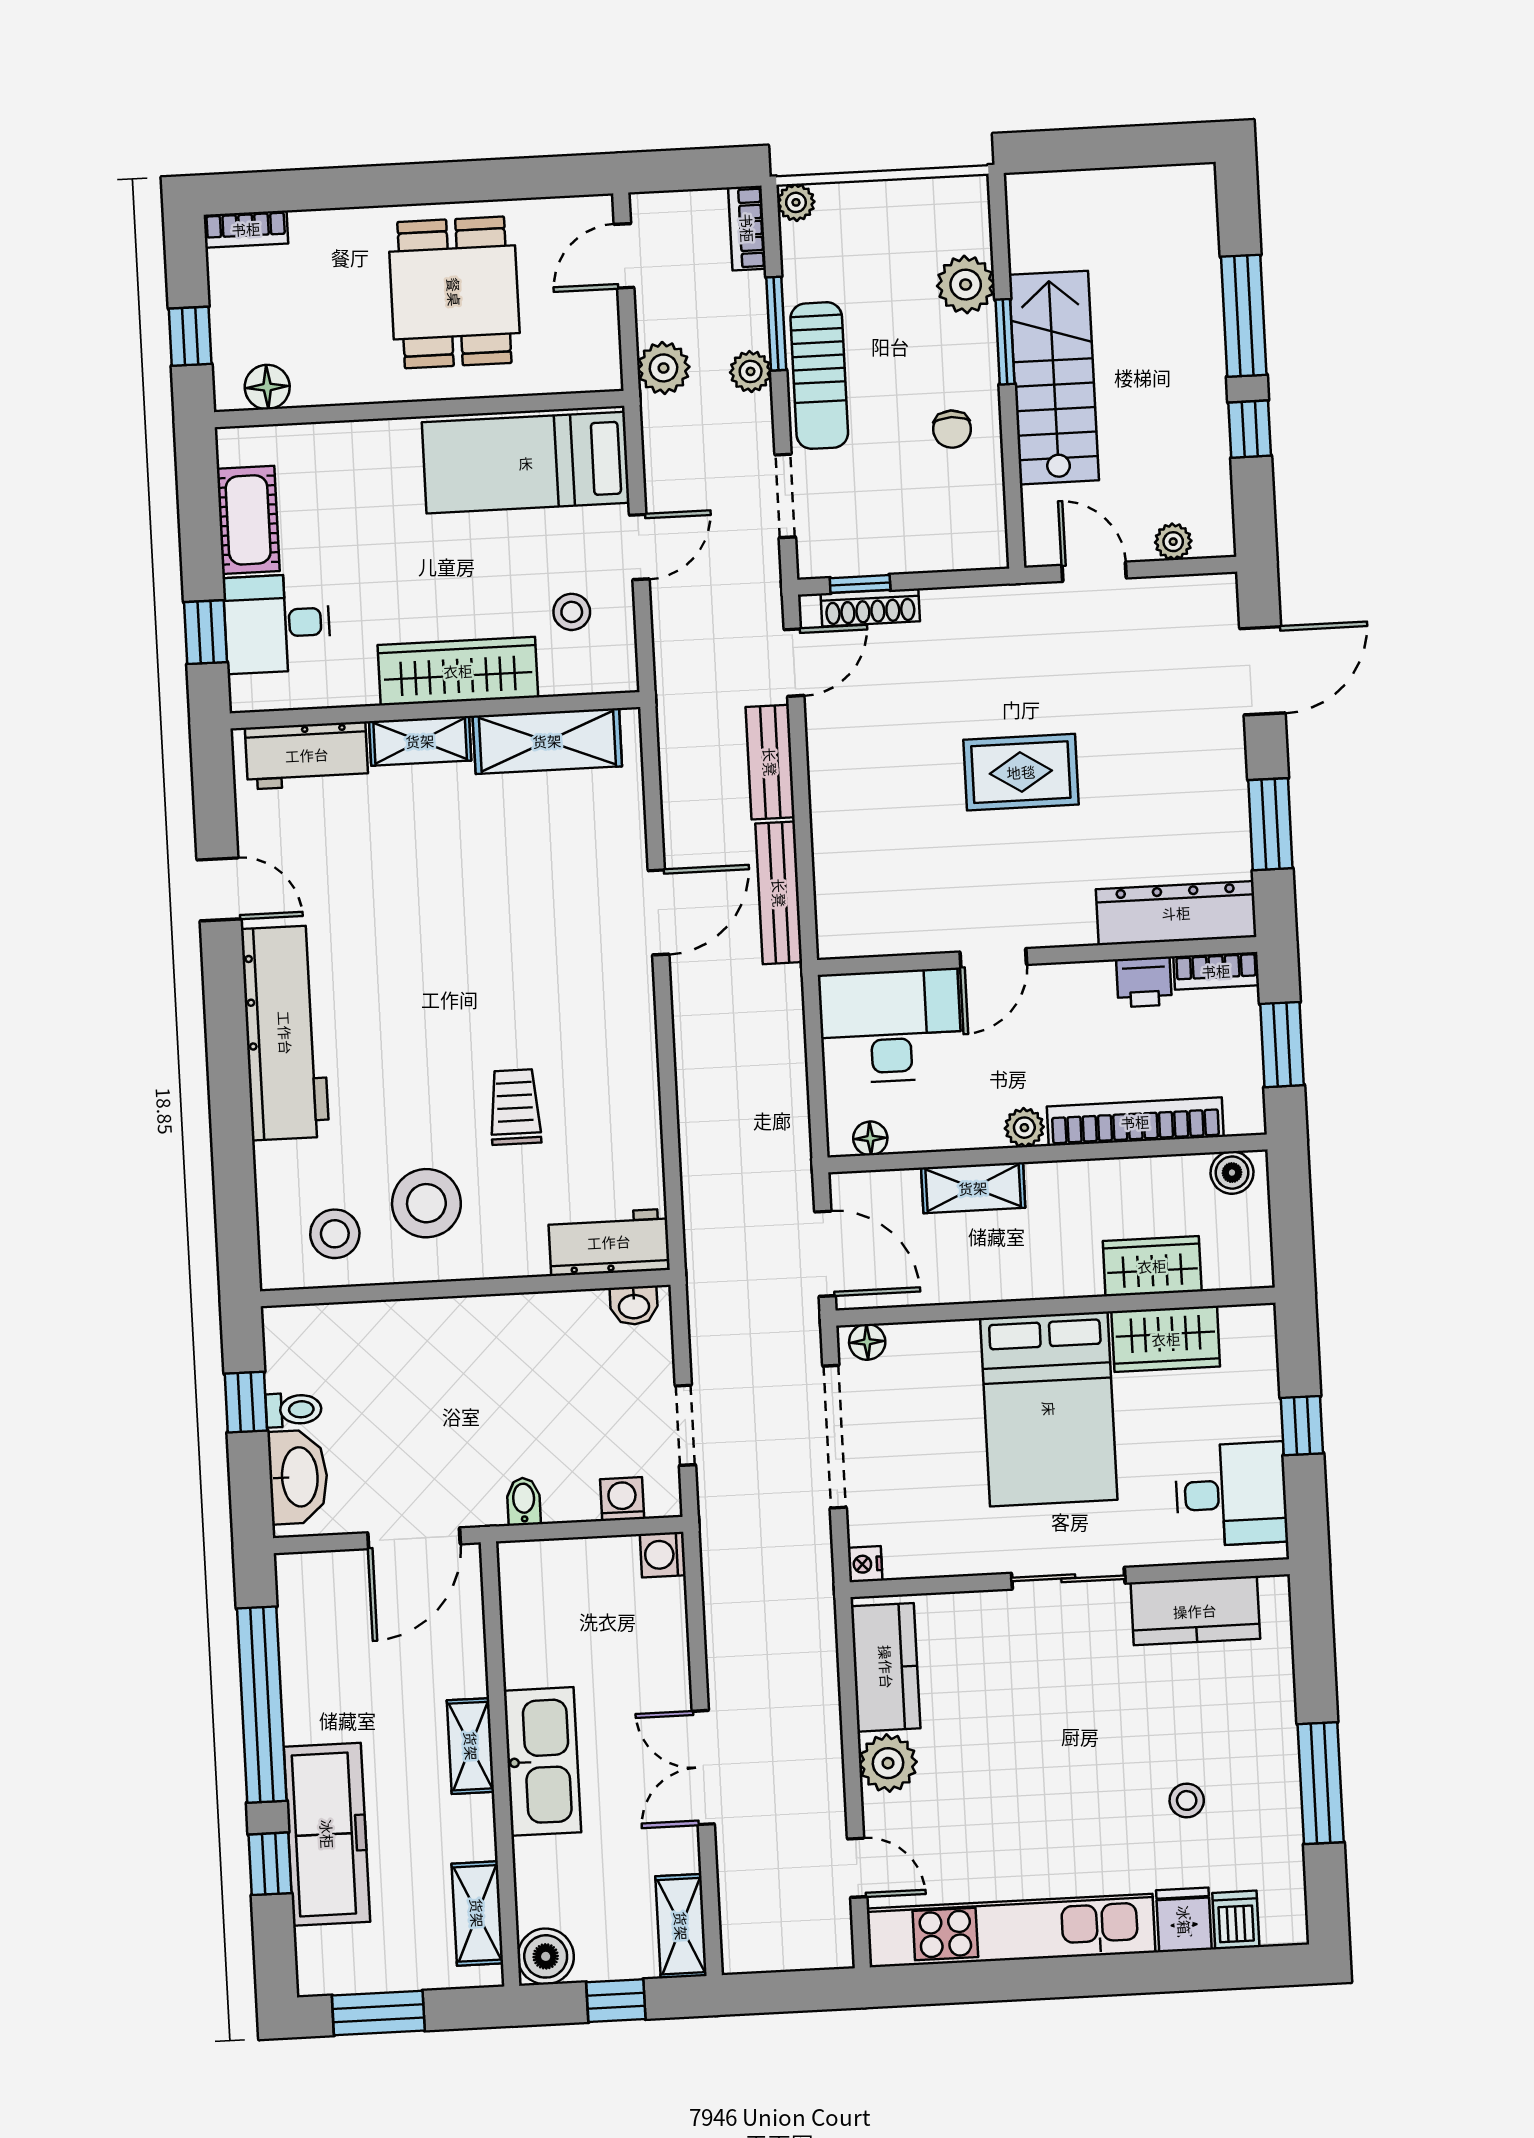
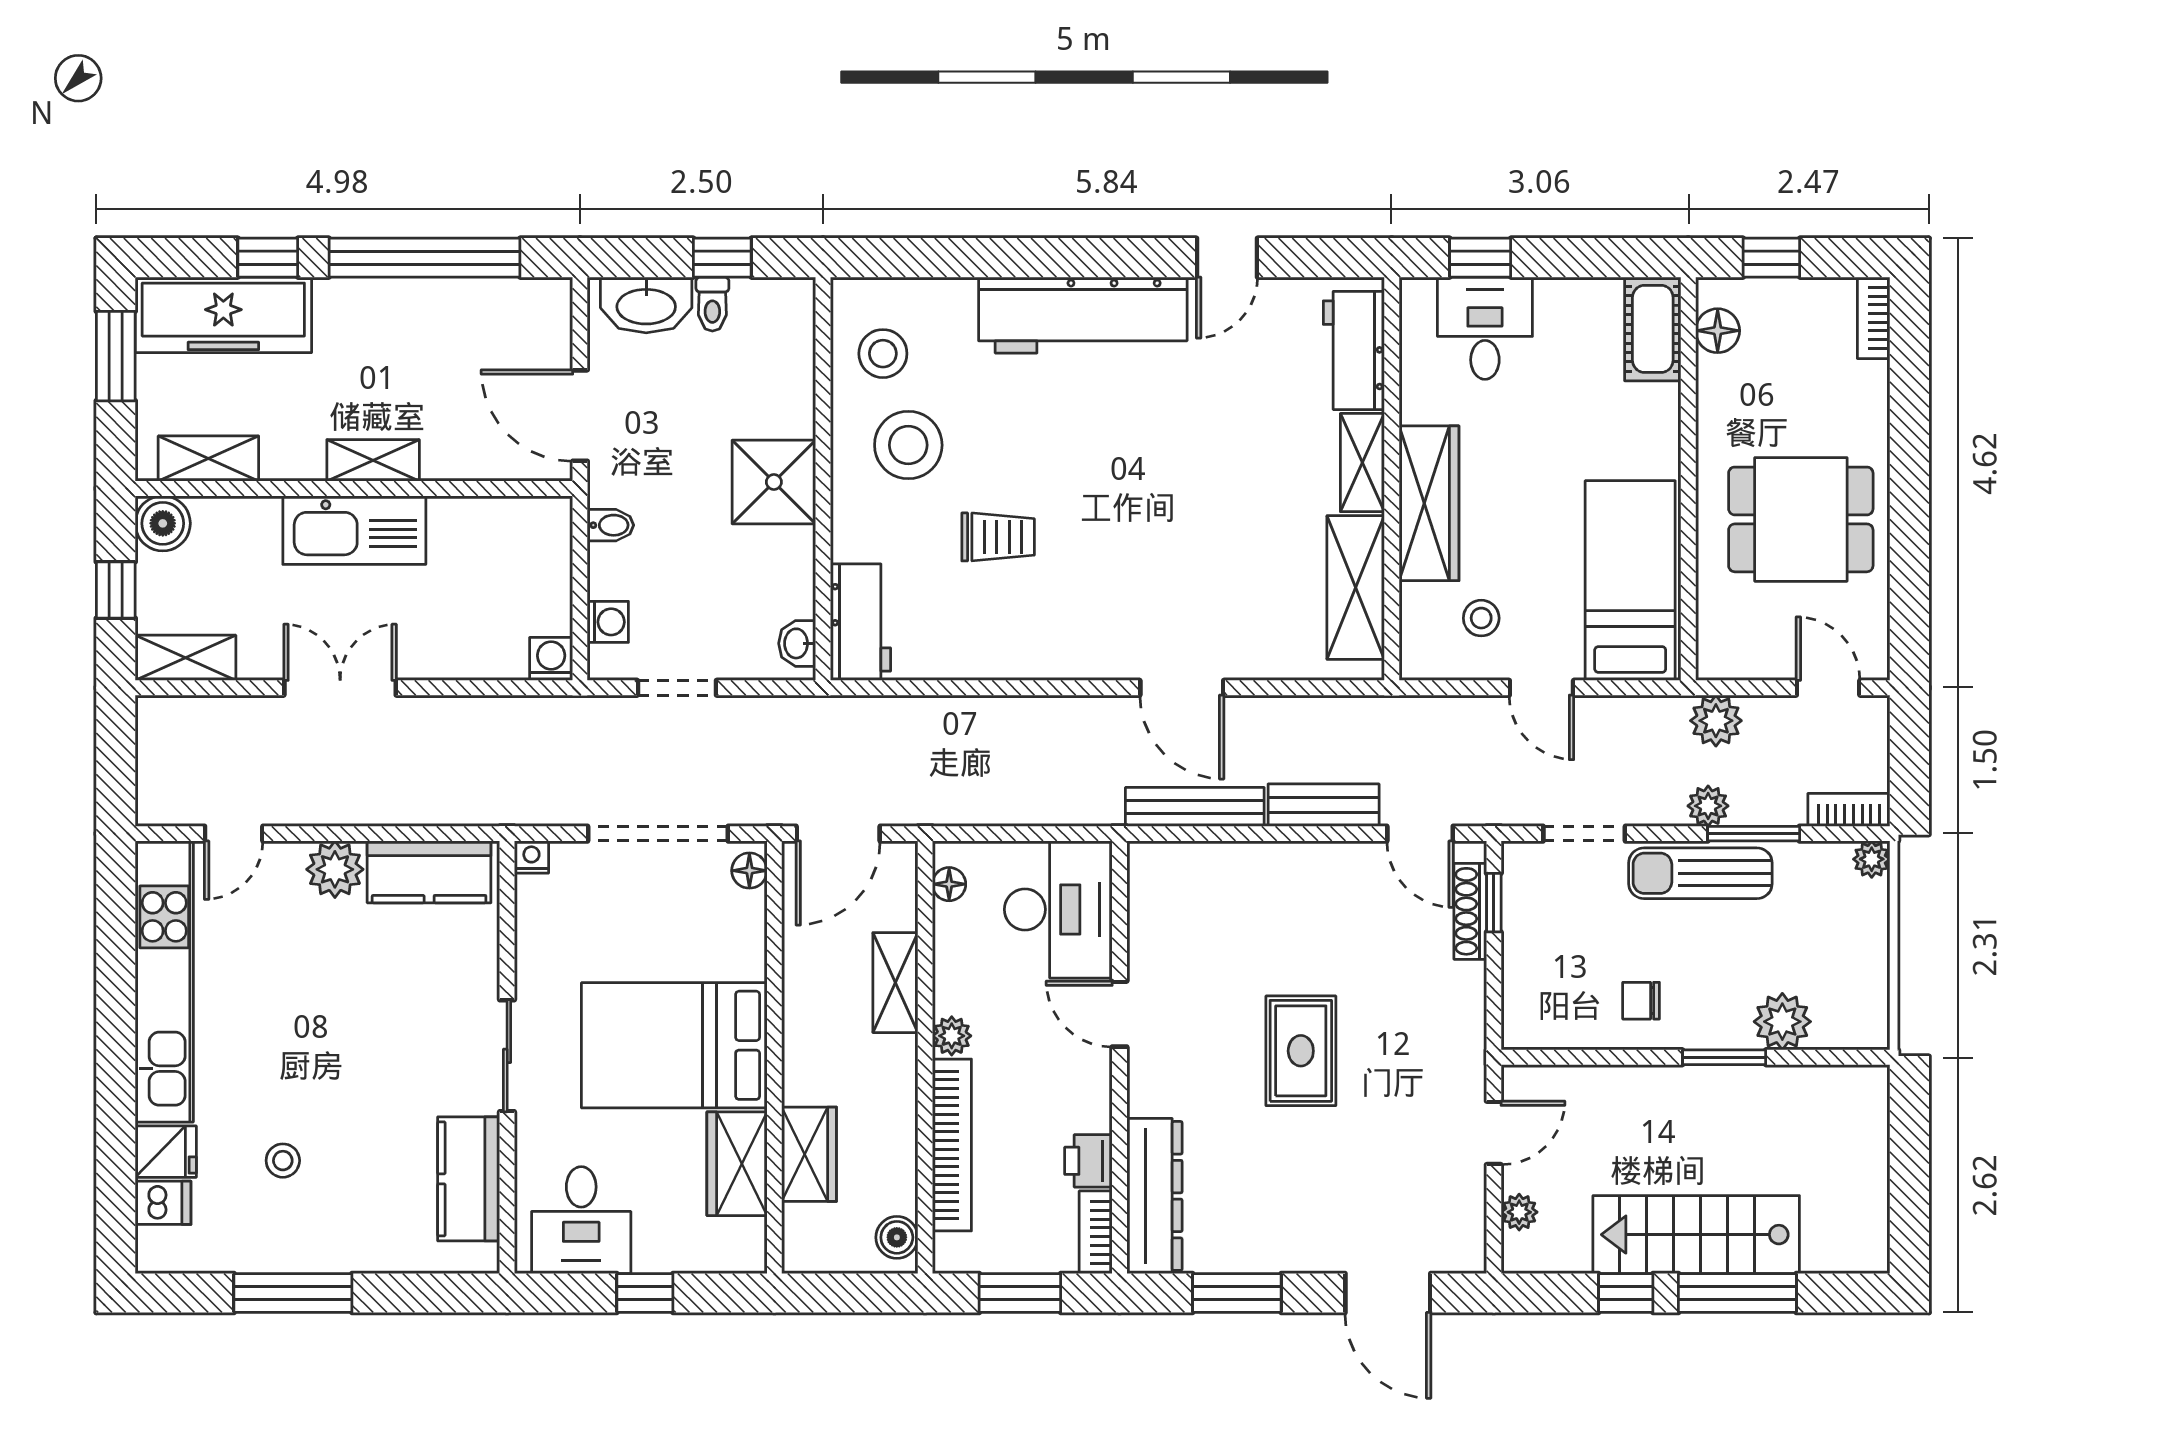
stairs: (1054, 378) -> (1696, 1235), moved, turned 180
cot: (248, 520) -> (1653, 329), moved, turned 90
shower: (471, 1338) -> (774, 482), added
freezer: (327, 1834) -> (223, 315), moved

